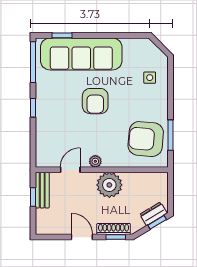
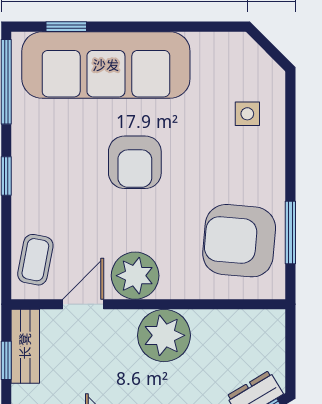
coffee table: (47, 148) -> (35, 260), added
plant: (95, 161) -> (135, 276), width x1.87, depth x1.87

